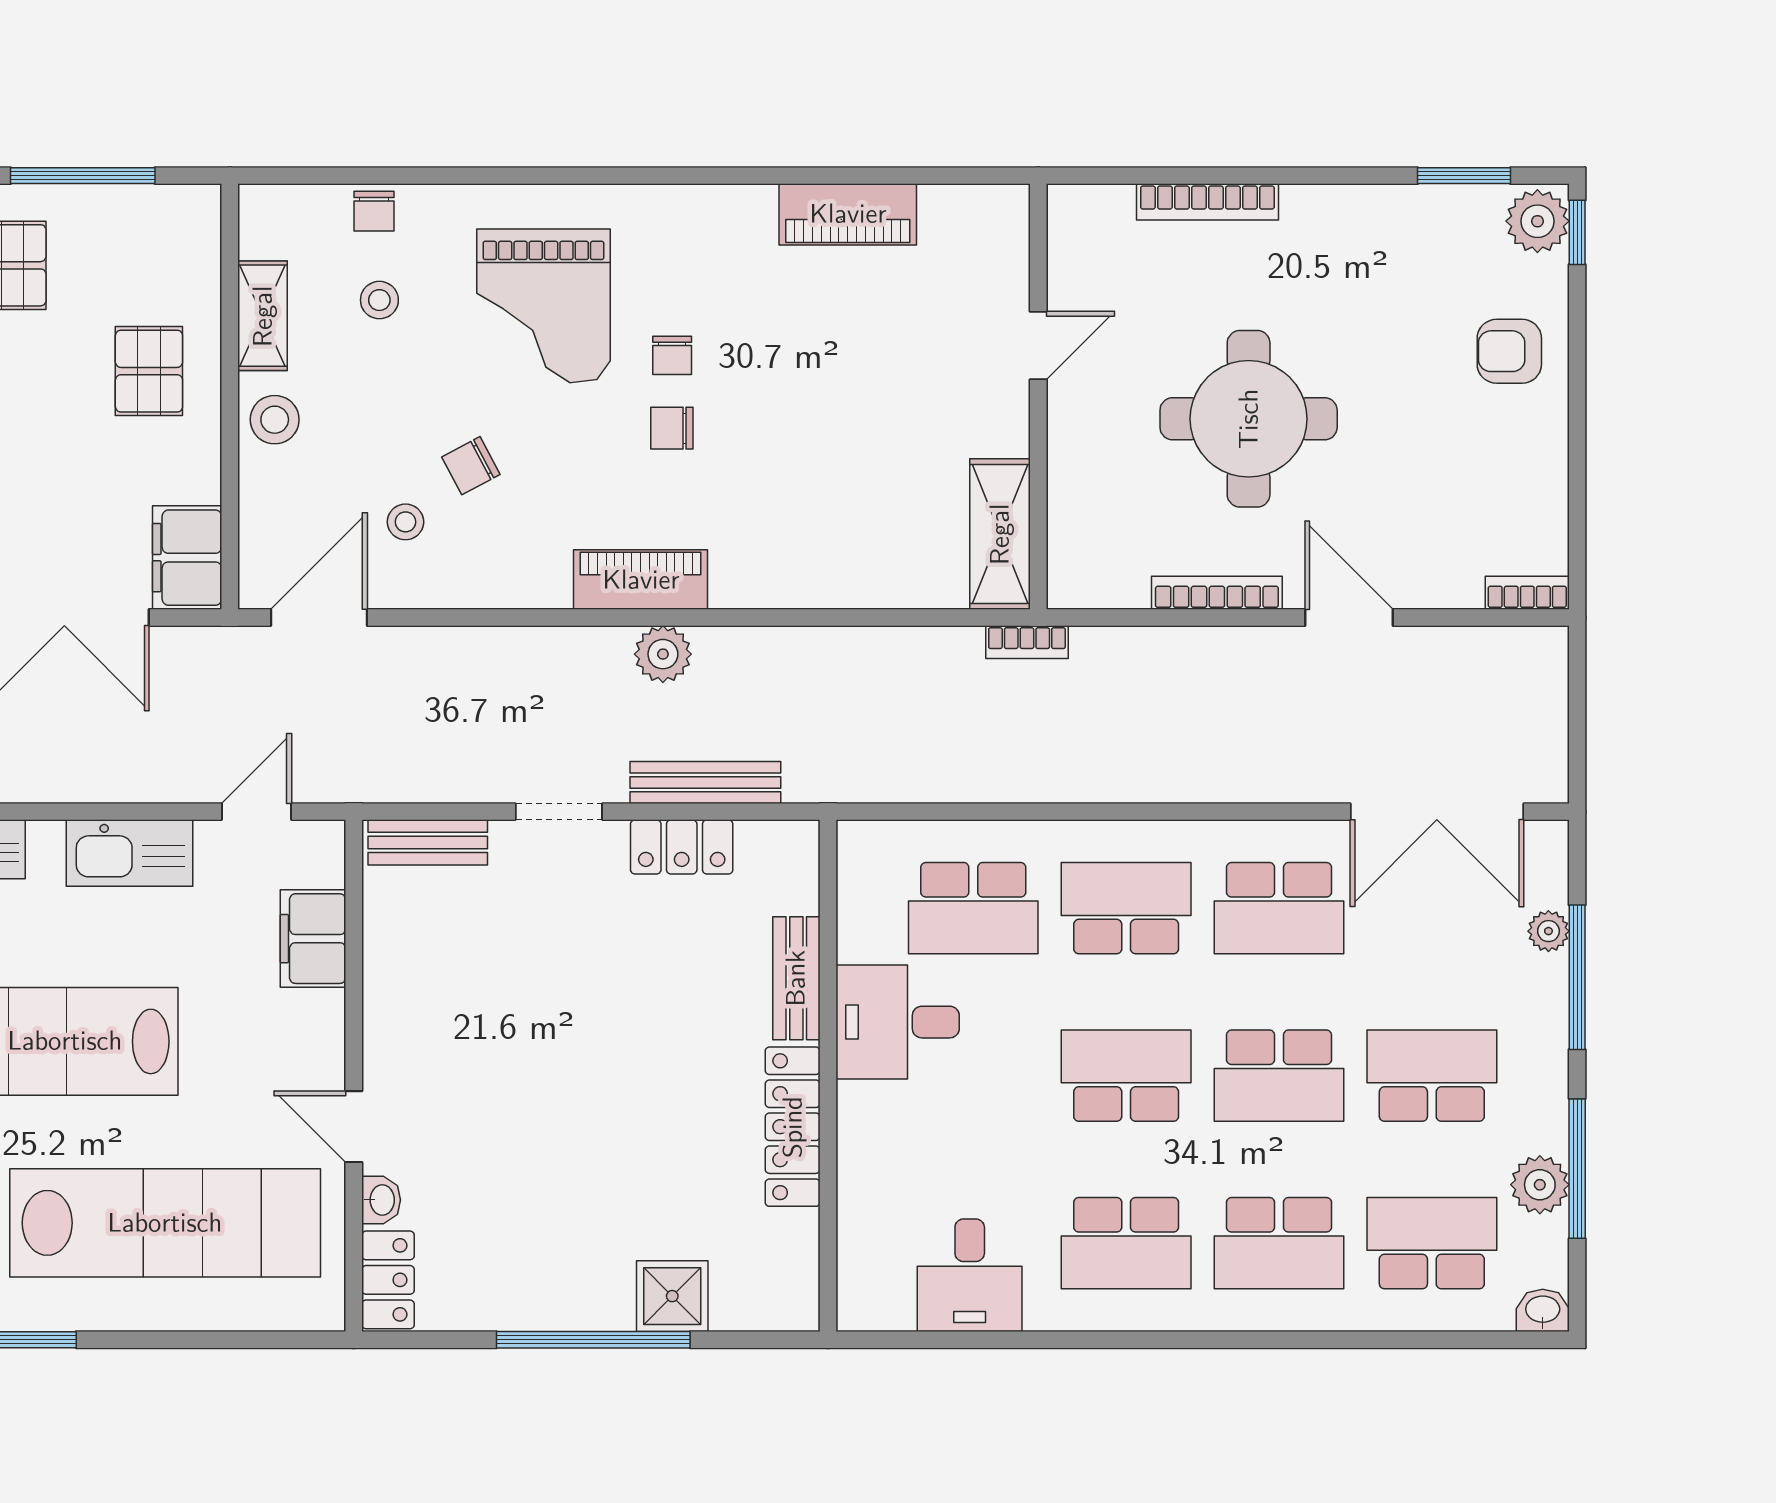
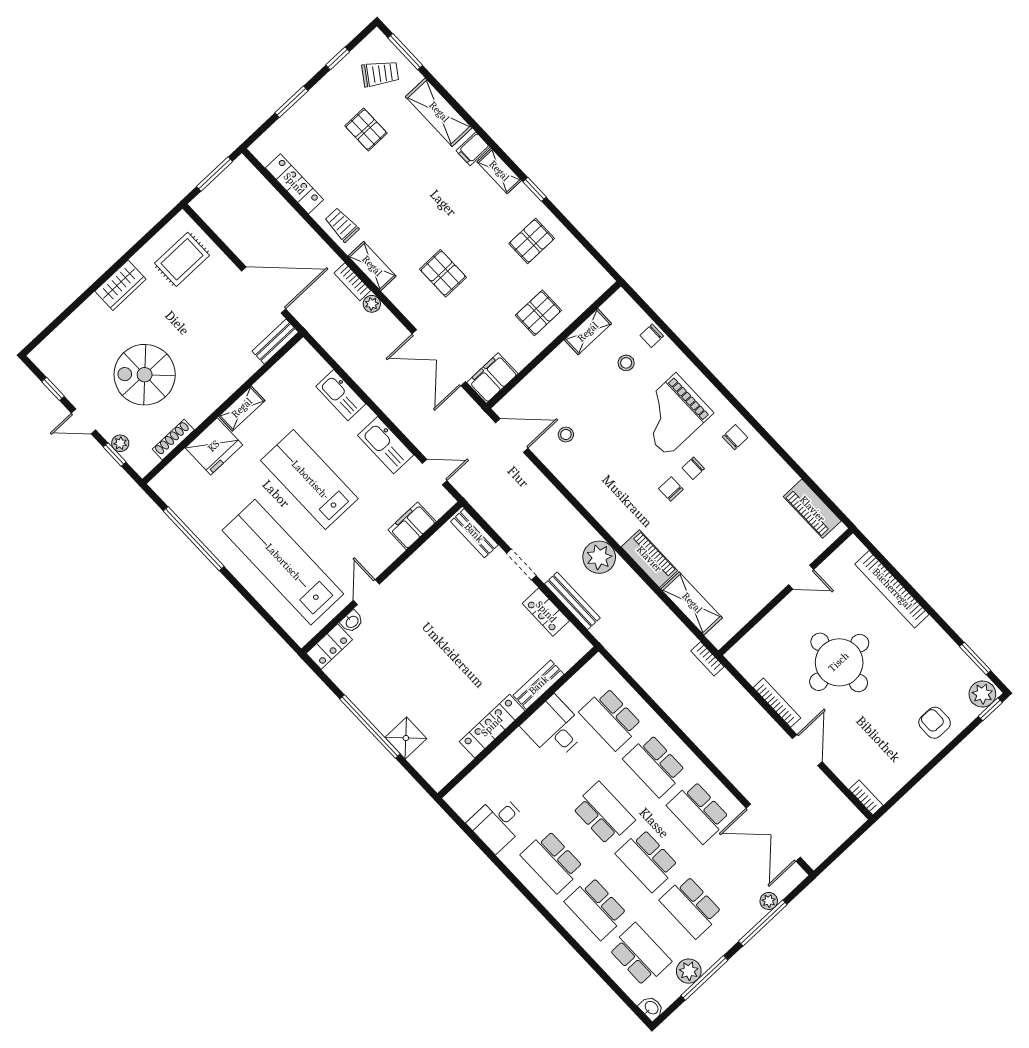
window: (83, 176) -> (579, 237), removed
bookcase: (1207, 202) -> (892, 589), width x1.48, depth x1.31
piano: (848, 214) -> (812, 509), moved
stool: (275, 420) -> (560, 365), removed
chair: (471, 466) -> (735, 437), moved, turned 118
shelving: (1000, 534) -> (692, 603), moved, turned 90
piano: (641, 580) -> (649, 559), moved
plant: (663, 654) -> (599, 557), width x1.36, depth x1.36
school desk: (1126, 908) -> (655, 765), turned 180
school desk: (1432, 1076) -> (691, 907), turned 180
lab bench: (165, 1223) -> (283, 562), turned 180

